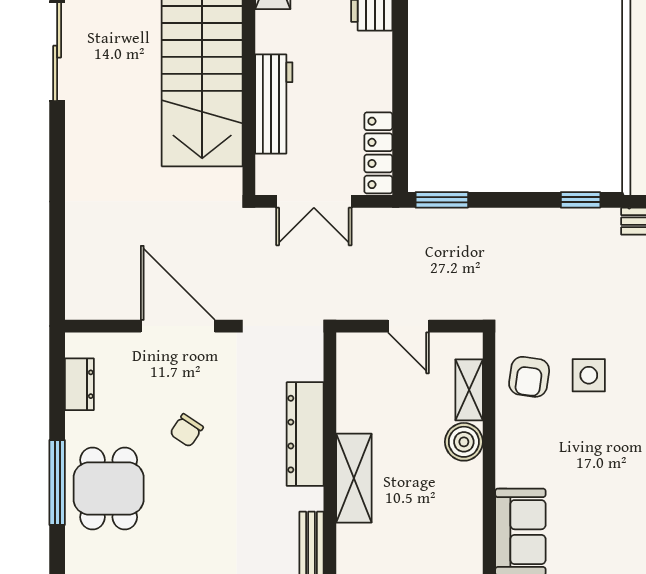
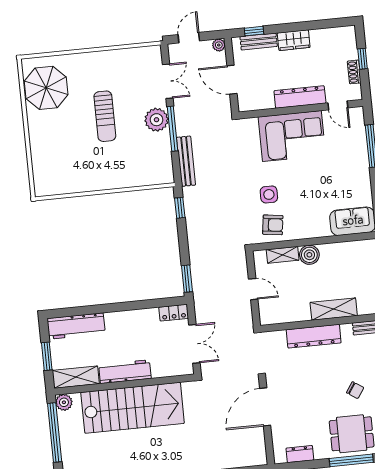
workbench: (274, 104) -> (125, 372), moved
locker: (378, 153) -> (174, 313), width x0.66
door: (408, 326) -> (253, 289), hinge flipped
chair: (186, 430) -> (355, 390), moved

